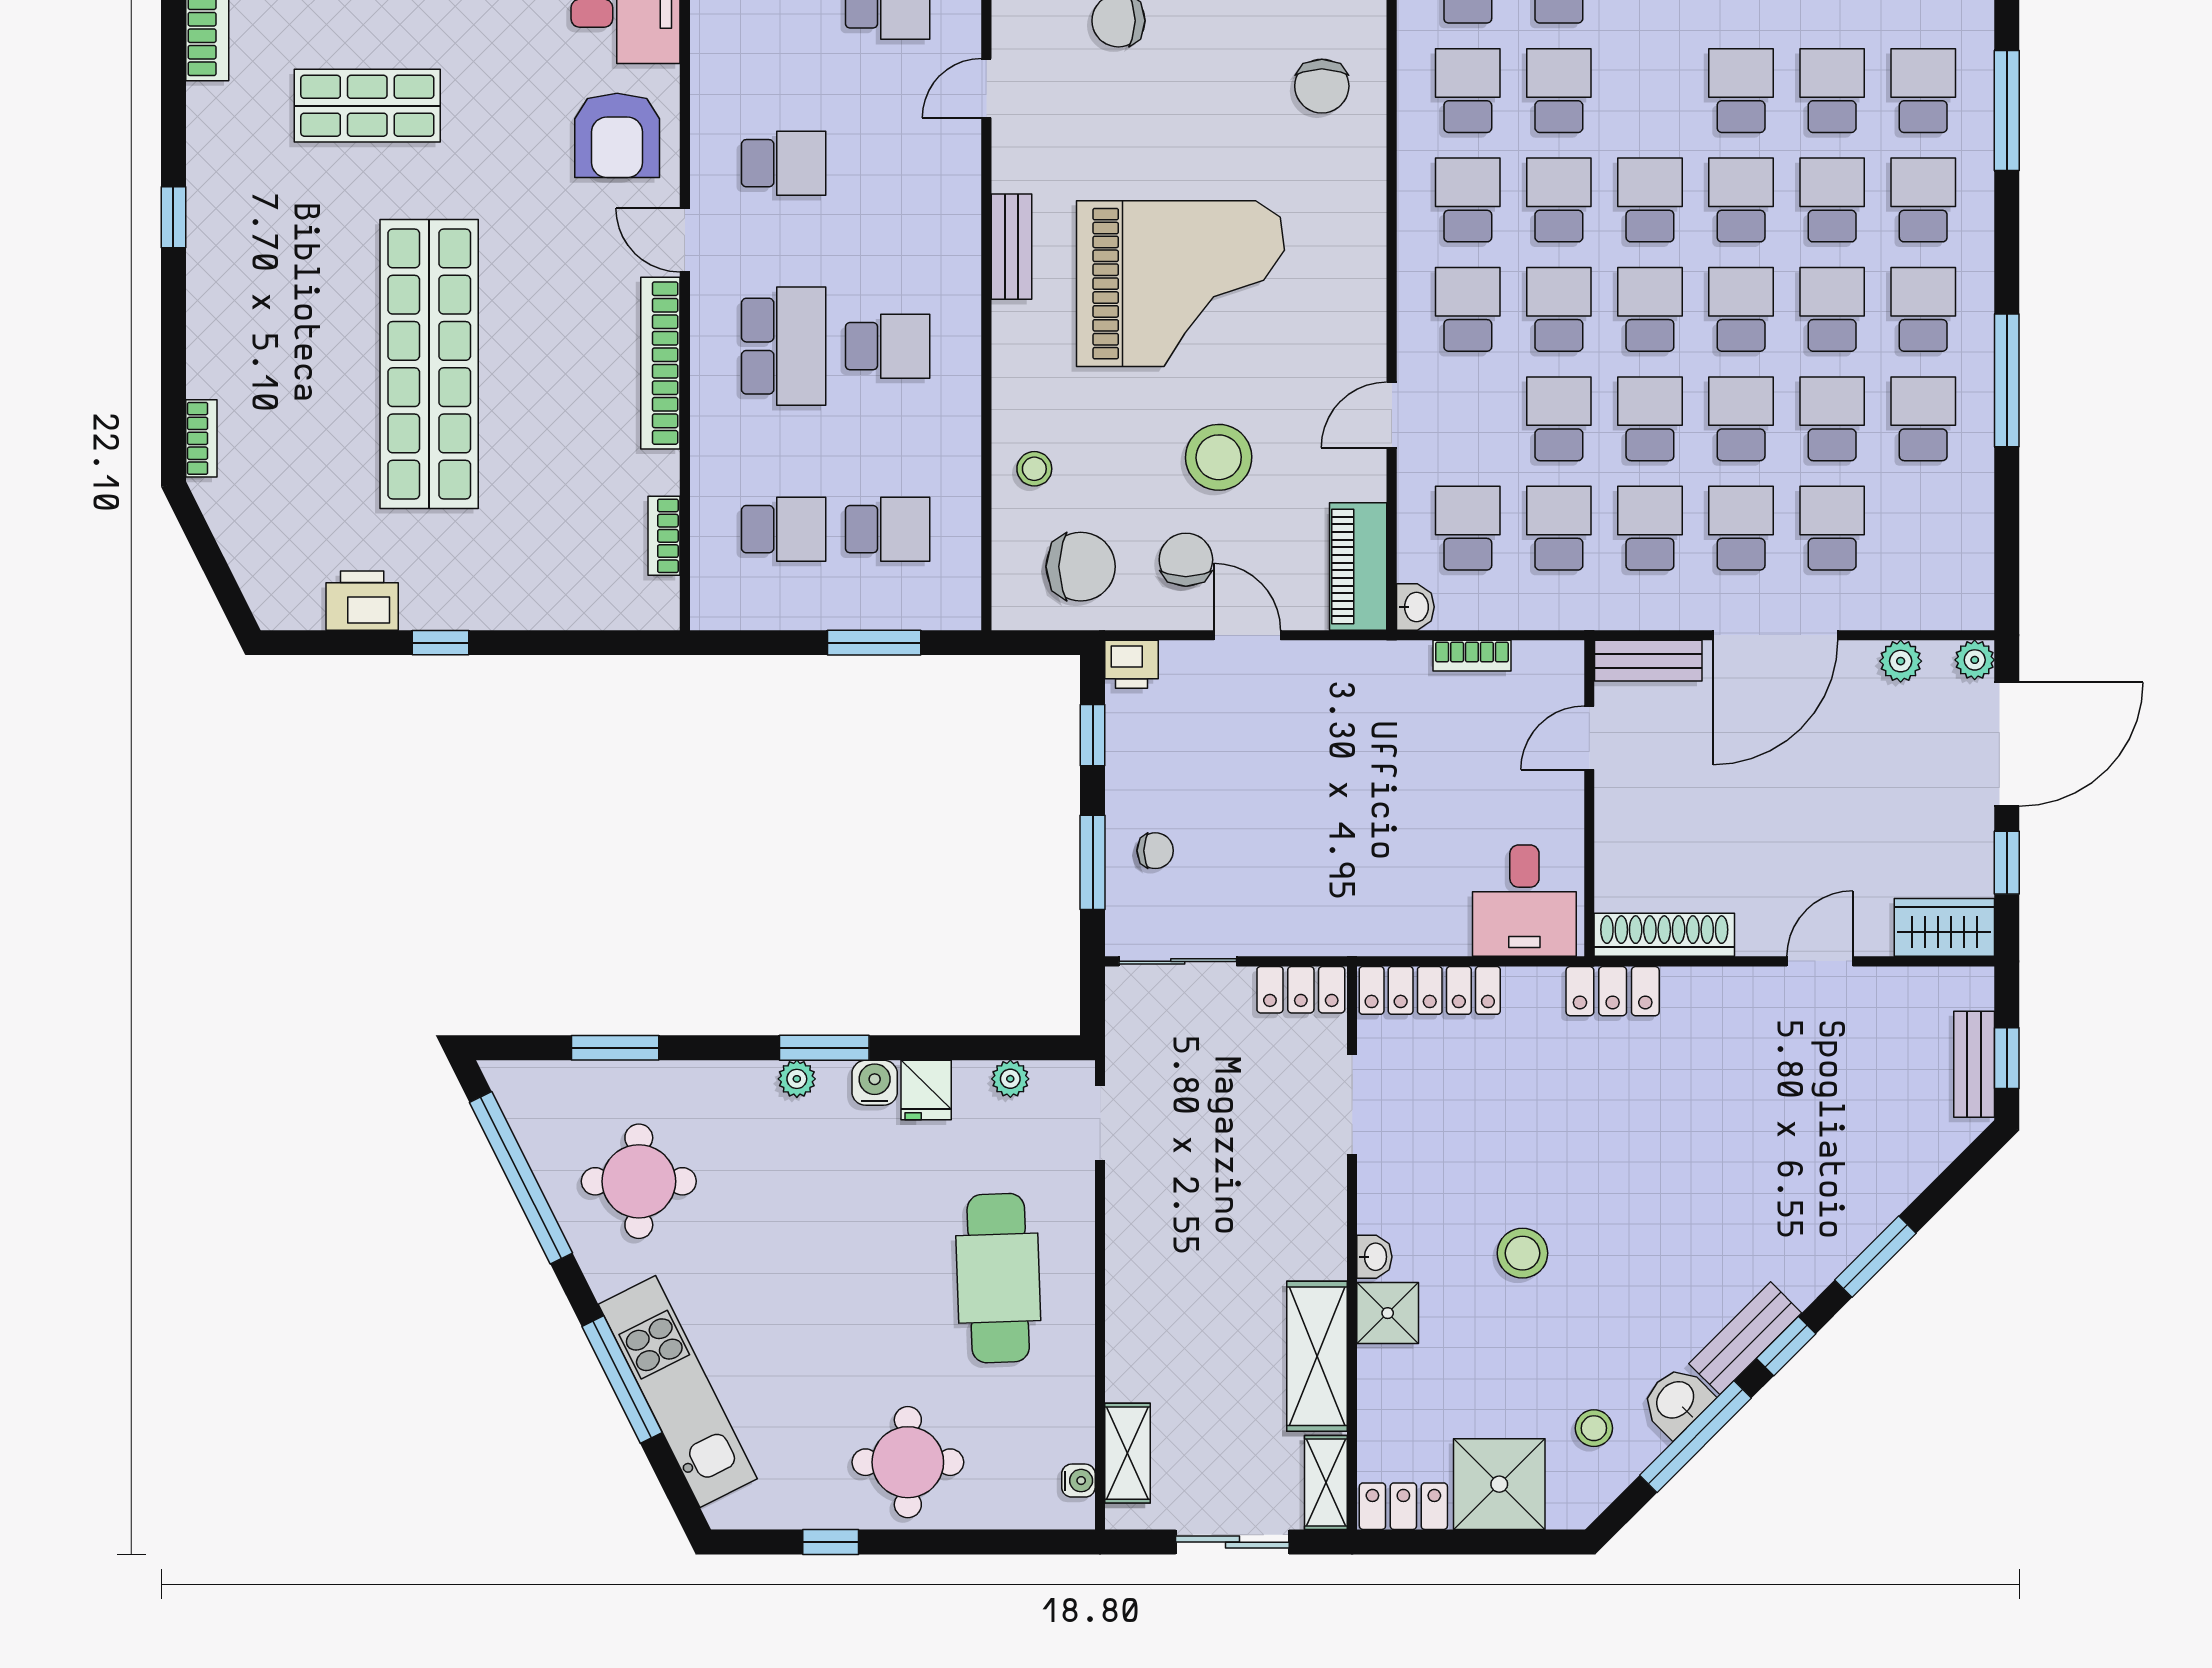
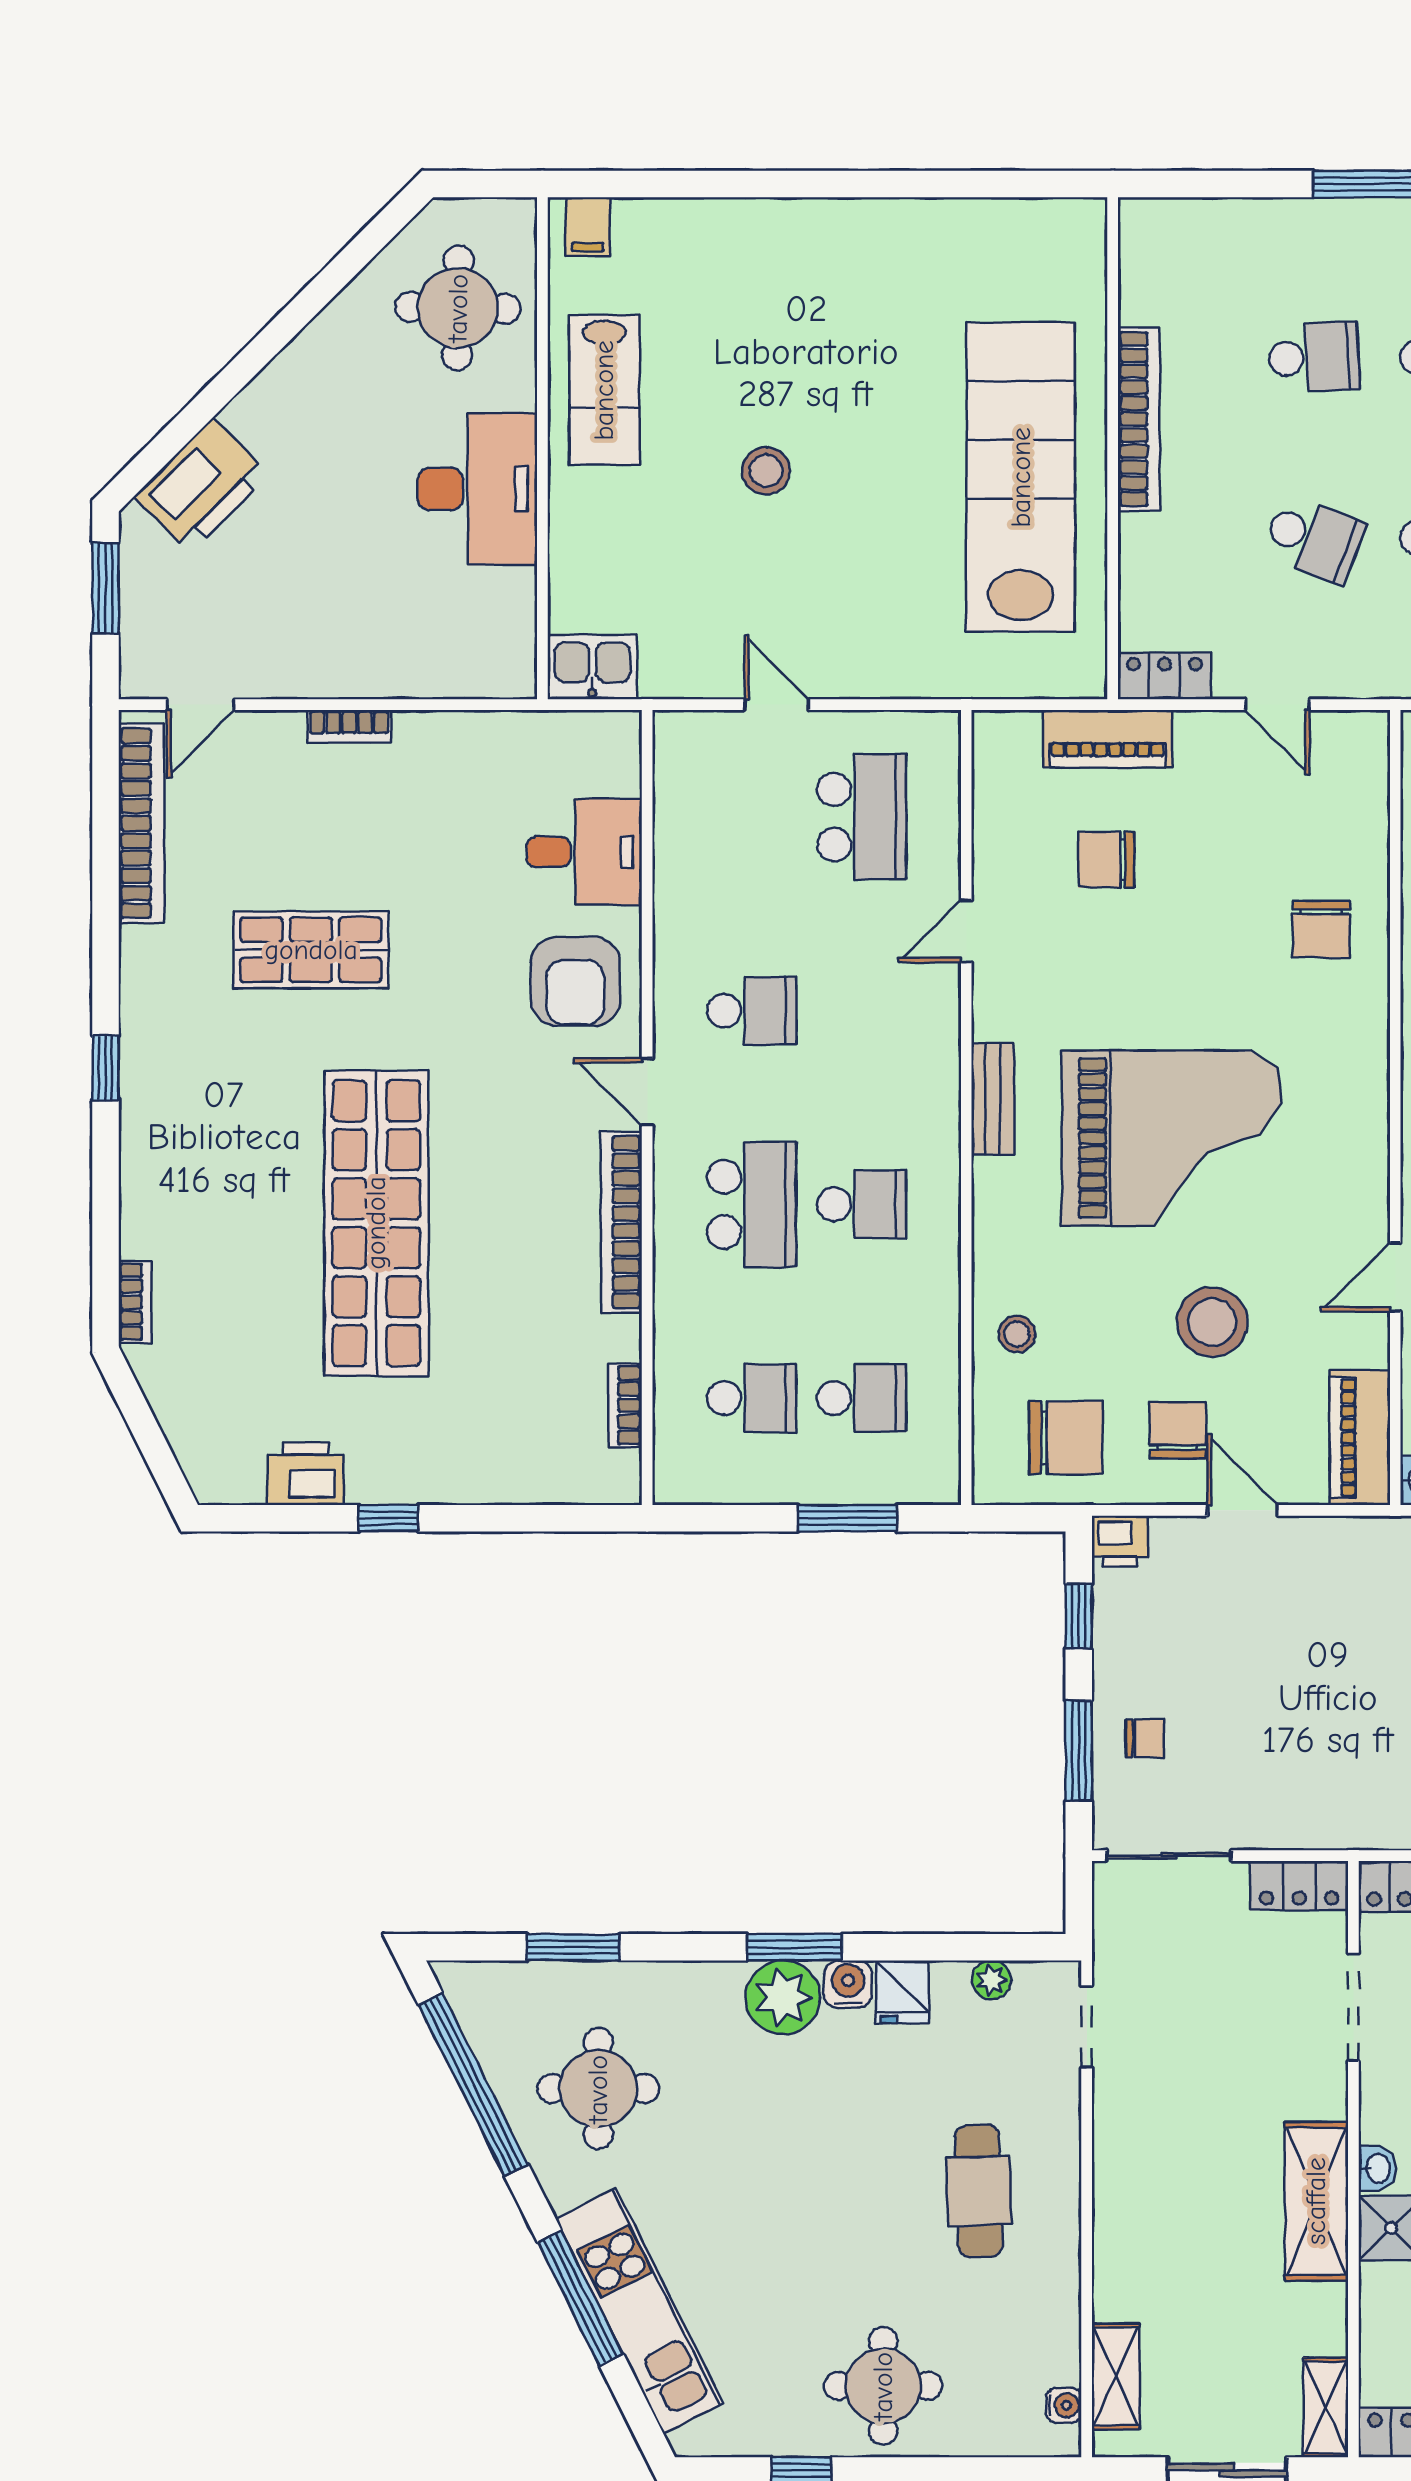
plant: (797, 1079) -> (783, 1997), width x1.87, depth x1.87
cafe table: (998, 1278) -> (979, 2191), width x0.73, depth x0.74
shelving: (1317, 1356) -> (1316, 2201), moved

